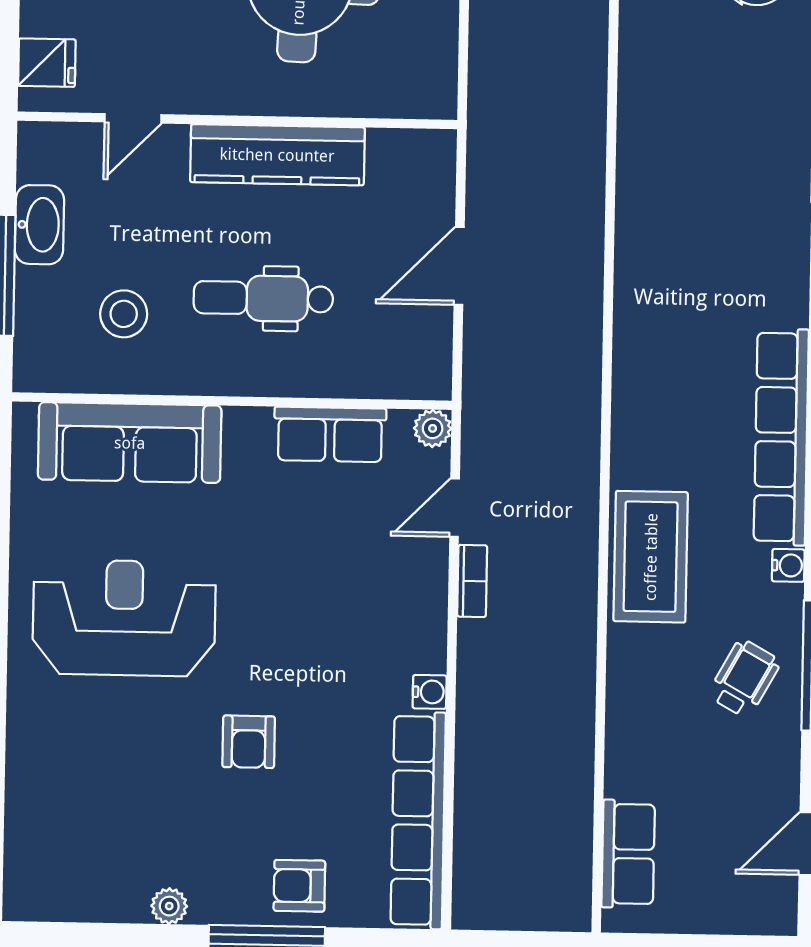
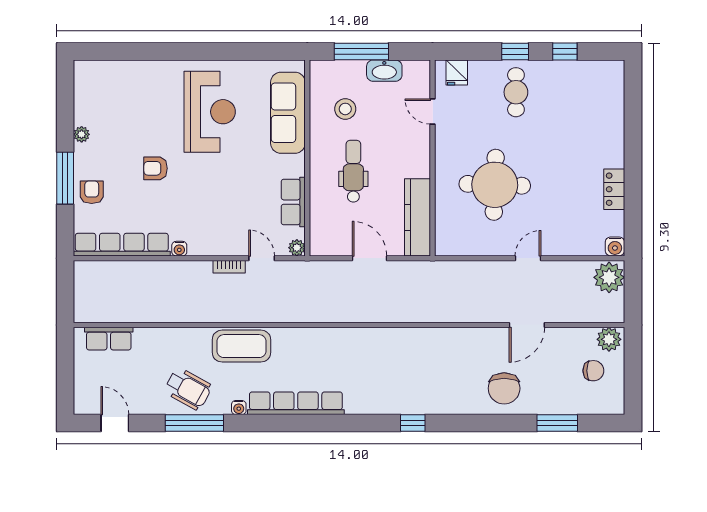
kitchen counter: (277, 155) -> (418, 217), moved
wheelchair: (744, 678) -> (188, 389), width x1.36, depth x1.37

